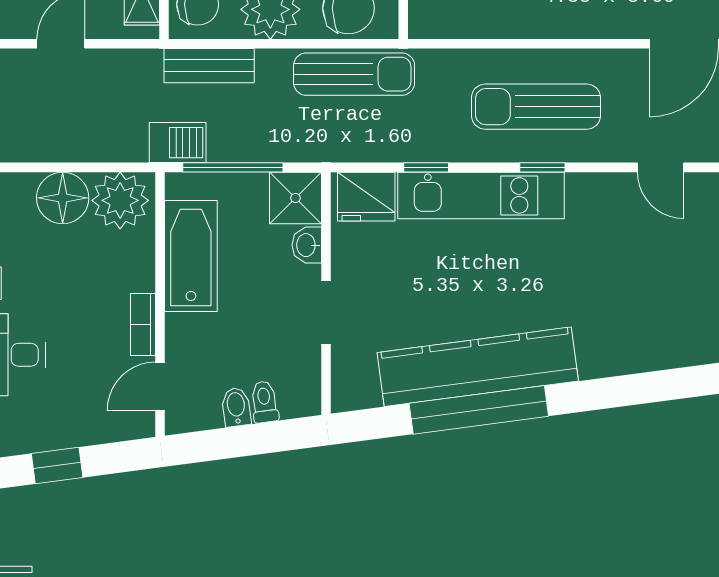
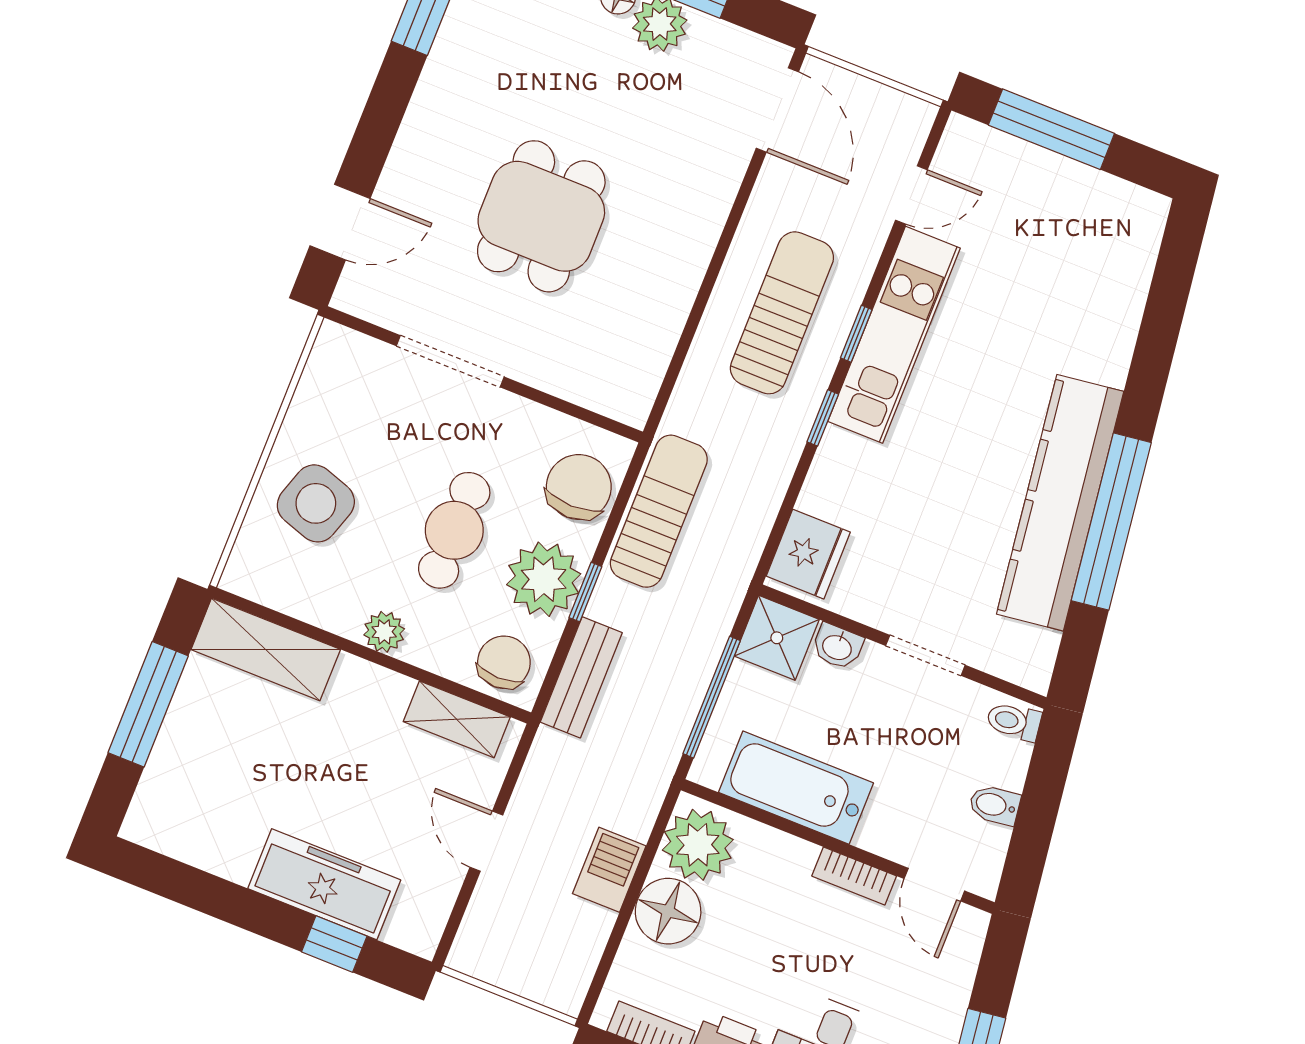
window: (273, 44) -> (585, 592), added
sun lounger: (536, 107) -> (782, 313), turned 180
barbecue: (178, 143) -> (609, 870), moved
window: (426, 167) -> (823, 418), moved
kitchen unit: (481, 195) -> (894, 335), moved
toilet: (264, 402) -> (1014, 721), moved

